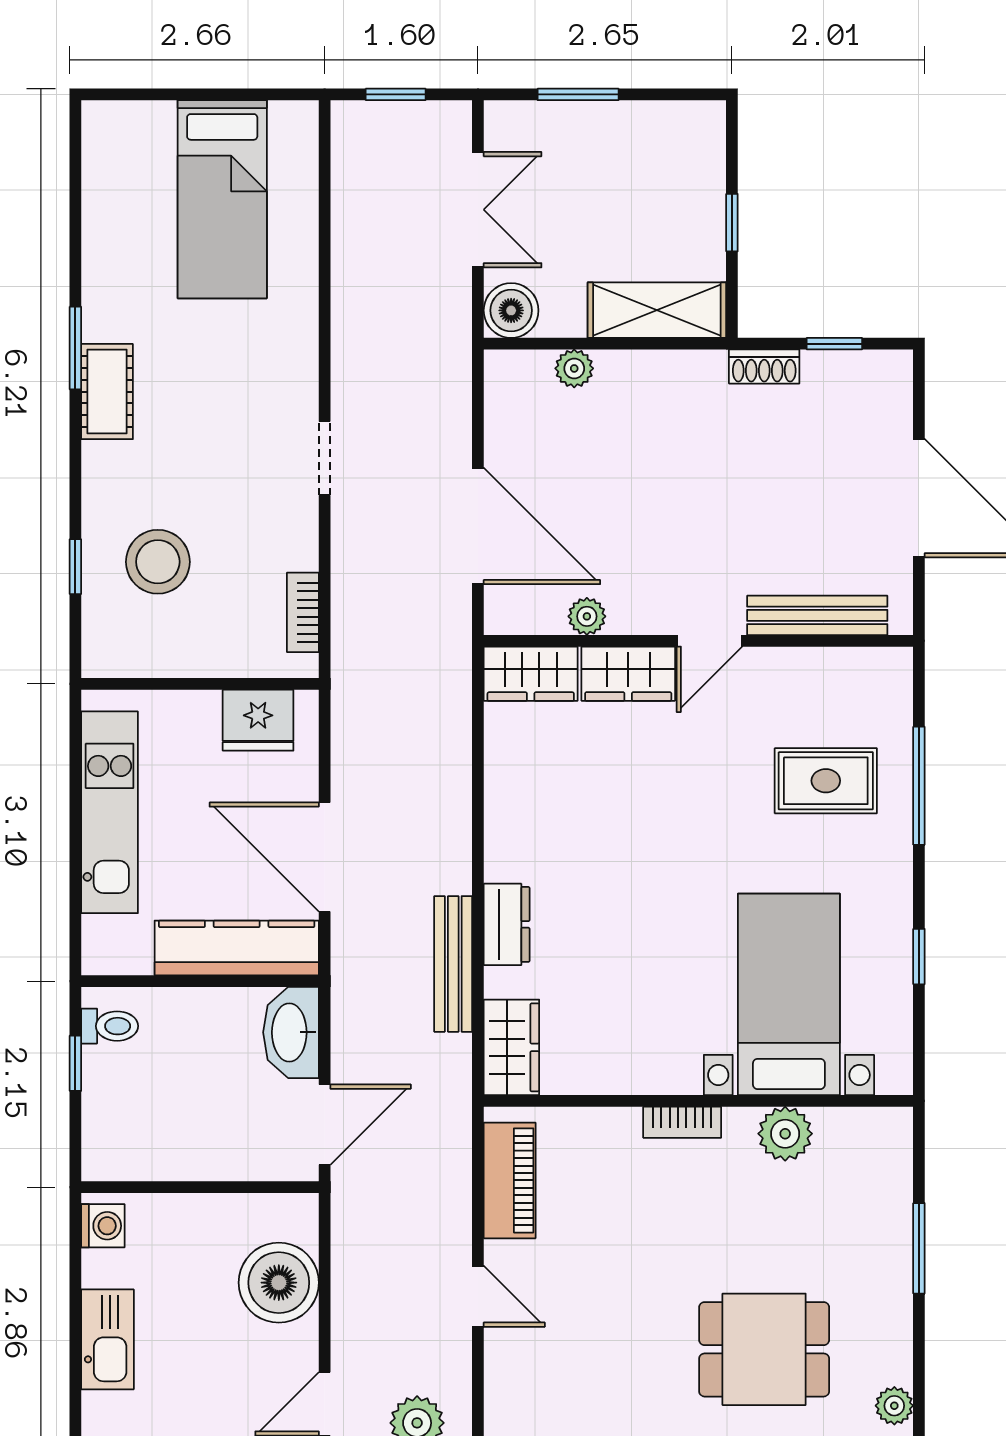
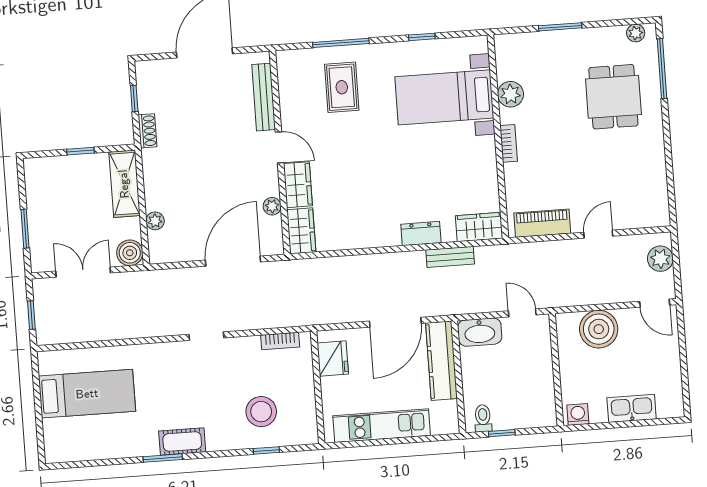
bench: (453, 964) -> (450, 257), width x0.73
door: (325, 1125) -> (522, 313), width x0.73

